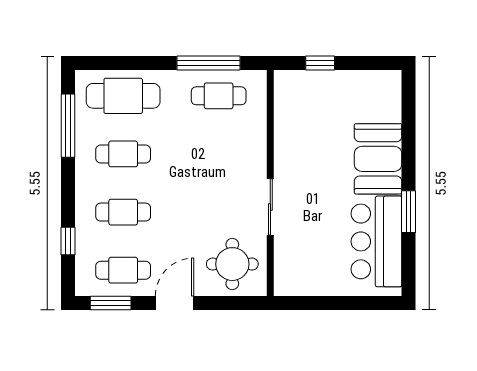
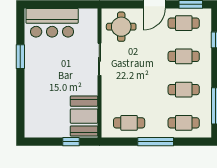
window: (209, 63) -> (156, 142), moved
cafe table: (123, 96) -> (184, 123), width x0.73, depth x0.74
booth: (378, 159) -> (84, 116), moved
bar counter: (376, 241) -> (52, 23), moved, turned 90

